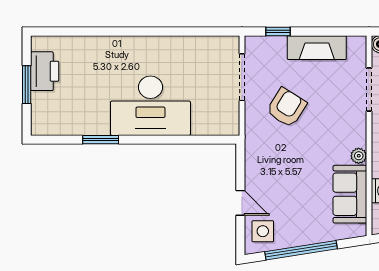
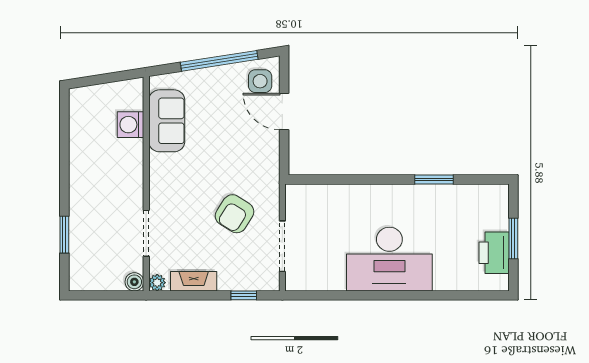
fireplace: (317, 48) -> (194, 281), width x0.73, depth x0.76
desk: (150, 106) -> (389, 259), moved, turned 180
plant: (359, 156) -> (157, 283), moved
door: (240, 203) -> (284, 112), width x1.38

